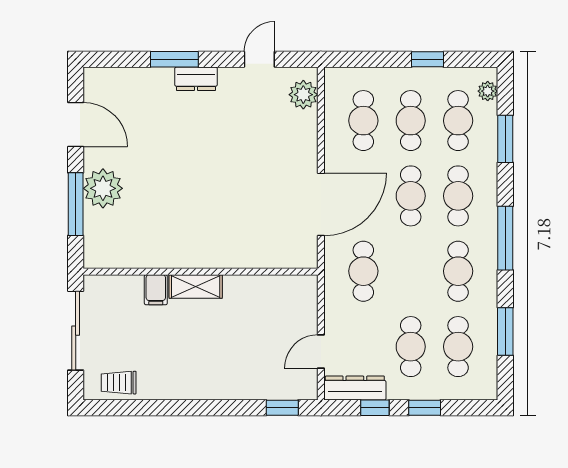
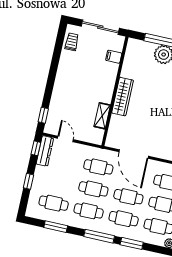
window: (505, 139) -> (132, 243), moved
wardrobe: (208, 253) -> (123, 97), added
shelving: (196, 286) -> (102, 116), moved
filing cabinet: (156, 290) -> (114, 57), moved
cafe table: (411, 347) -> (93, 189), moved
window: (375, 408) -> (36, 148), moved

